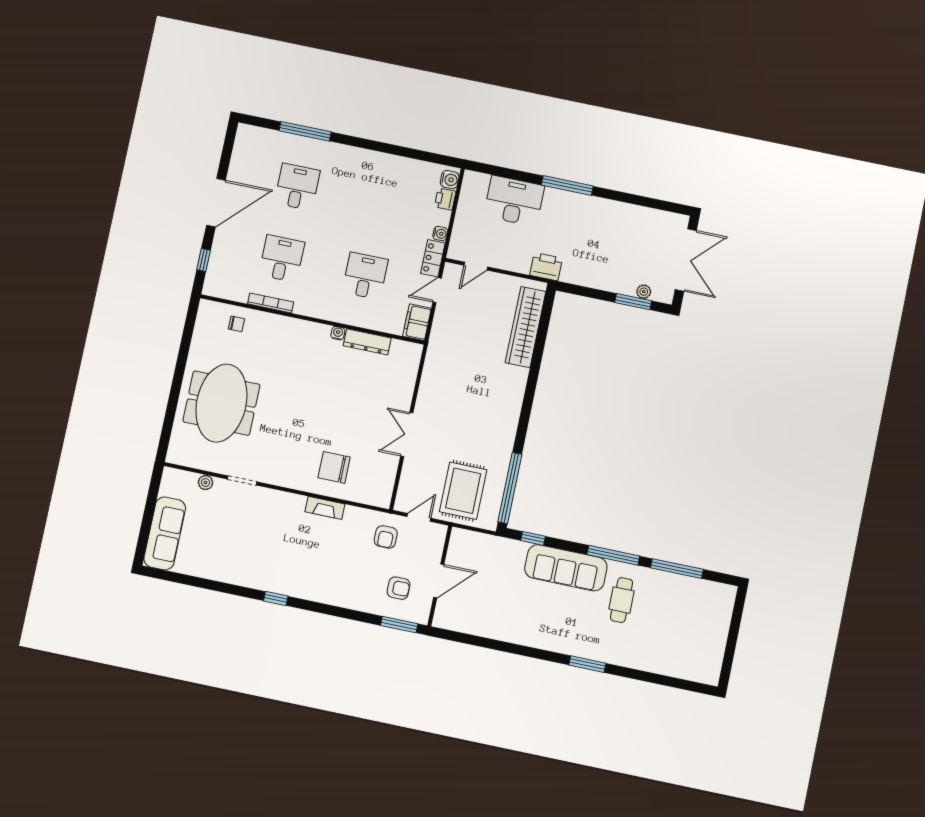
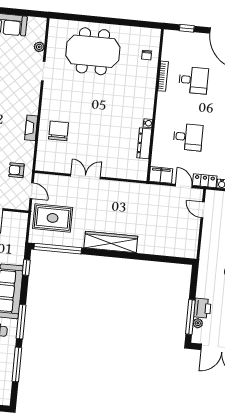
printer: (546, 267) -> (202, 308), moved
window: (633, 302) -> (190, 317), width x1.44
wardrobe: (525, 327) -> (111, 242), moved

